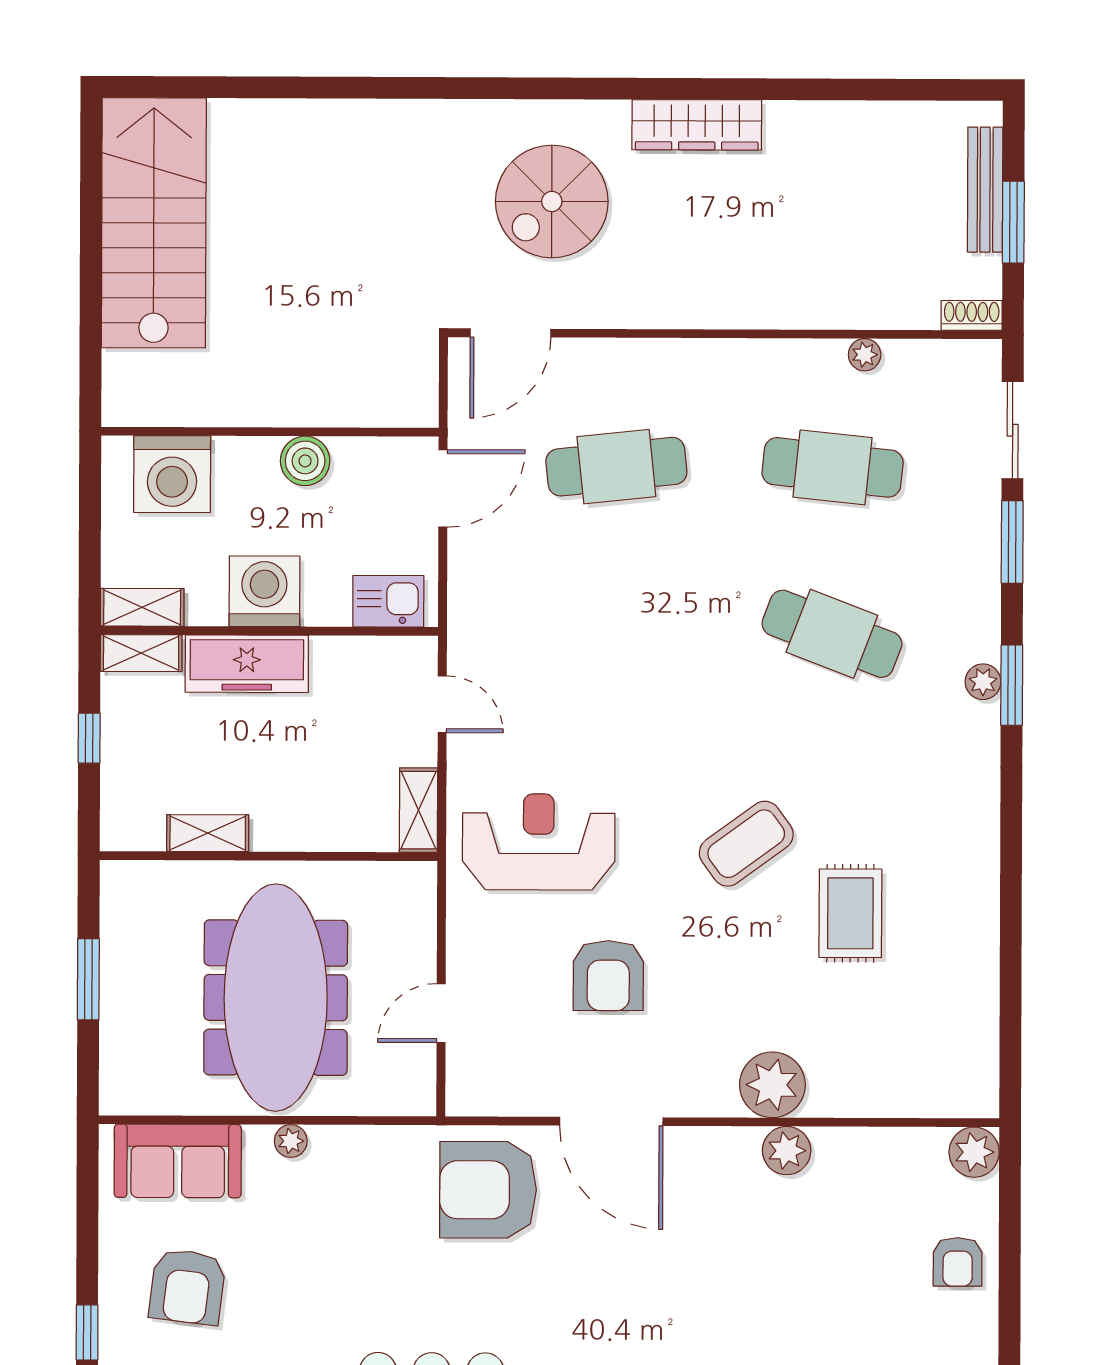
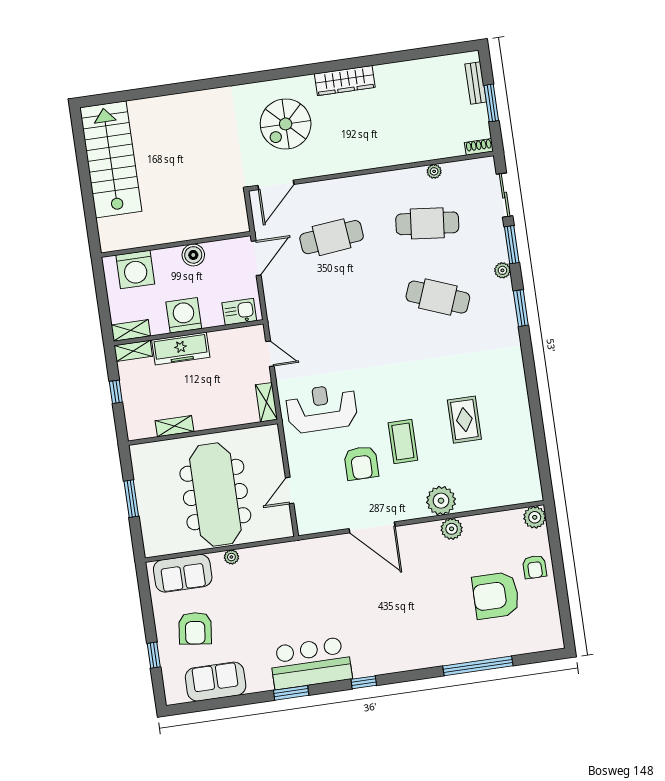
bench: (985, 190) -> (476, 83), width x0.73
plant: (983, 682) -> (502, 270), moved
coffee table: (746, 844) -> (403, 441), moved, turned -54
armchair: (488, 1190) -> (496, 595), moved

